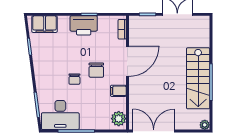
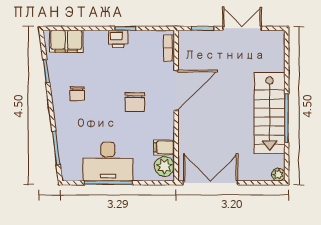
printer: (84, 25) -> (118, 39), width x0.53, depth x0.68
chair: (74, 79) -> (77, 94), moved
filing cabinet: (118, 91) -> (164, 147), moved
desk: (60, 115) -> (108, 162), moved

